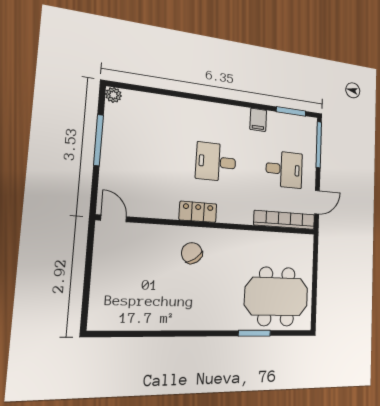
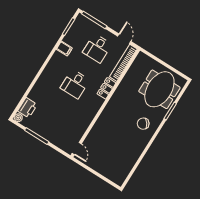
printer: (138, 103) -> (27, 108), added
desk: (284, 169) -> (97, 48), turned 180
locker: (198, 212) -> (107, 88), moved
door: (114, 218) -> (77, 149), swing flipped
chair: (192, 253) -> (143, 124), moved

